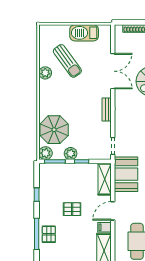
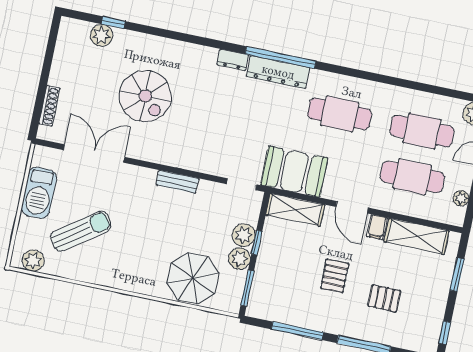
double door: (113, 71) -> (94, 153), moved
plant: (45, 73) -> (33, 261), moved
plant: (46, 153) -> (244, 235), moved
window: (37, 195) -> (297, 331), width x2.17
pallet: (49, 234) -> (384, 298), moved

